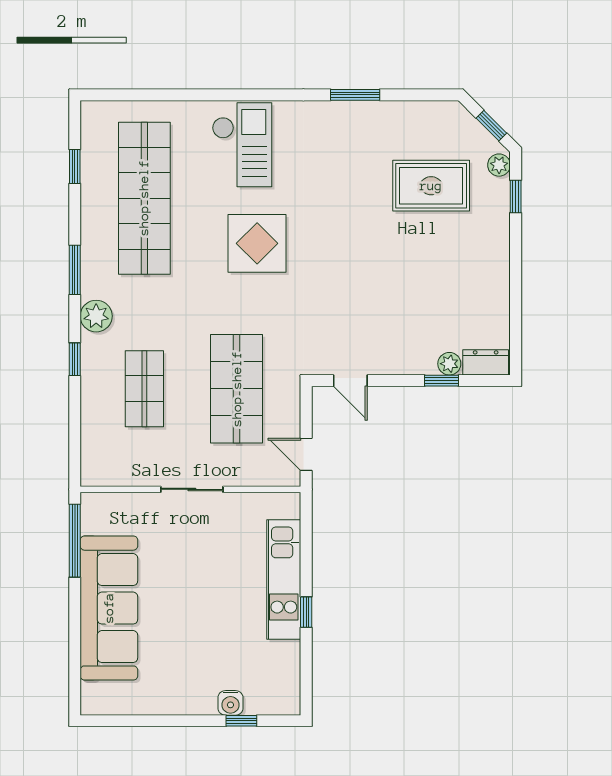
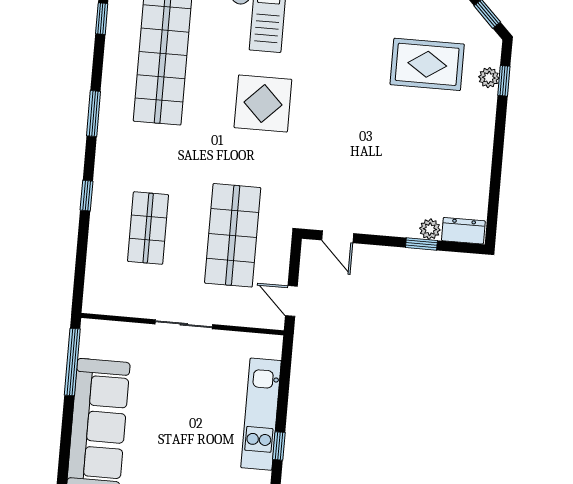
plant: (499, 165) -> (489, 78), moved
plant: (96, 316) -> (110, 158), removed

